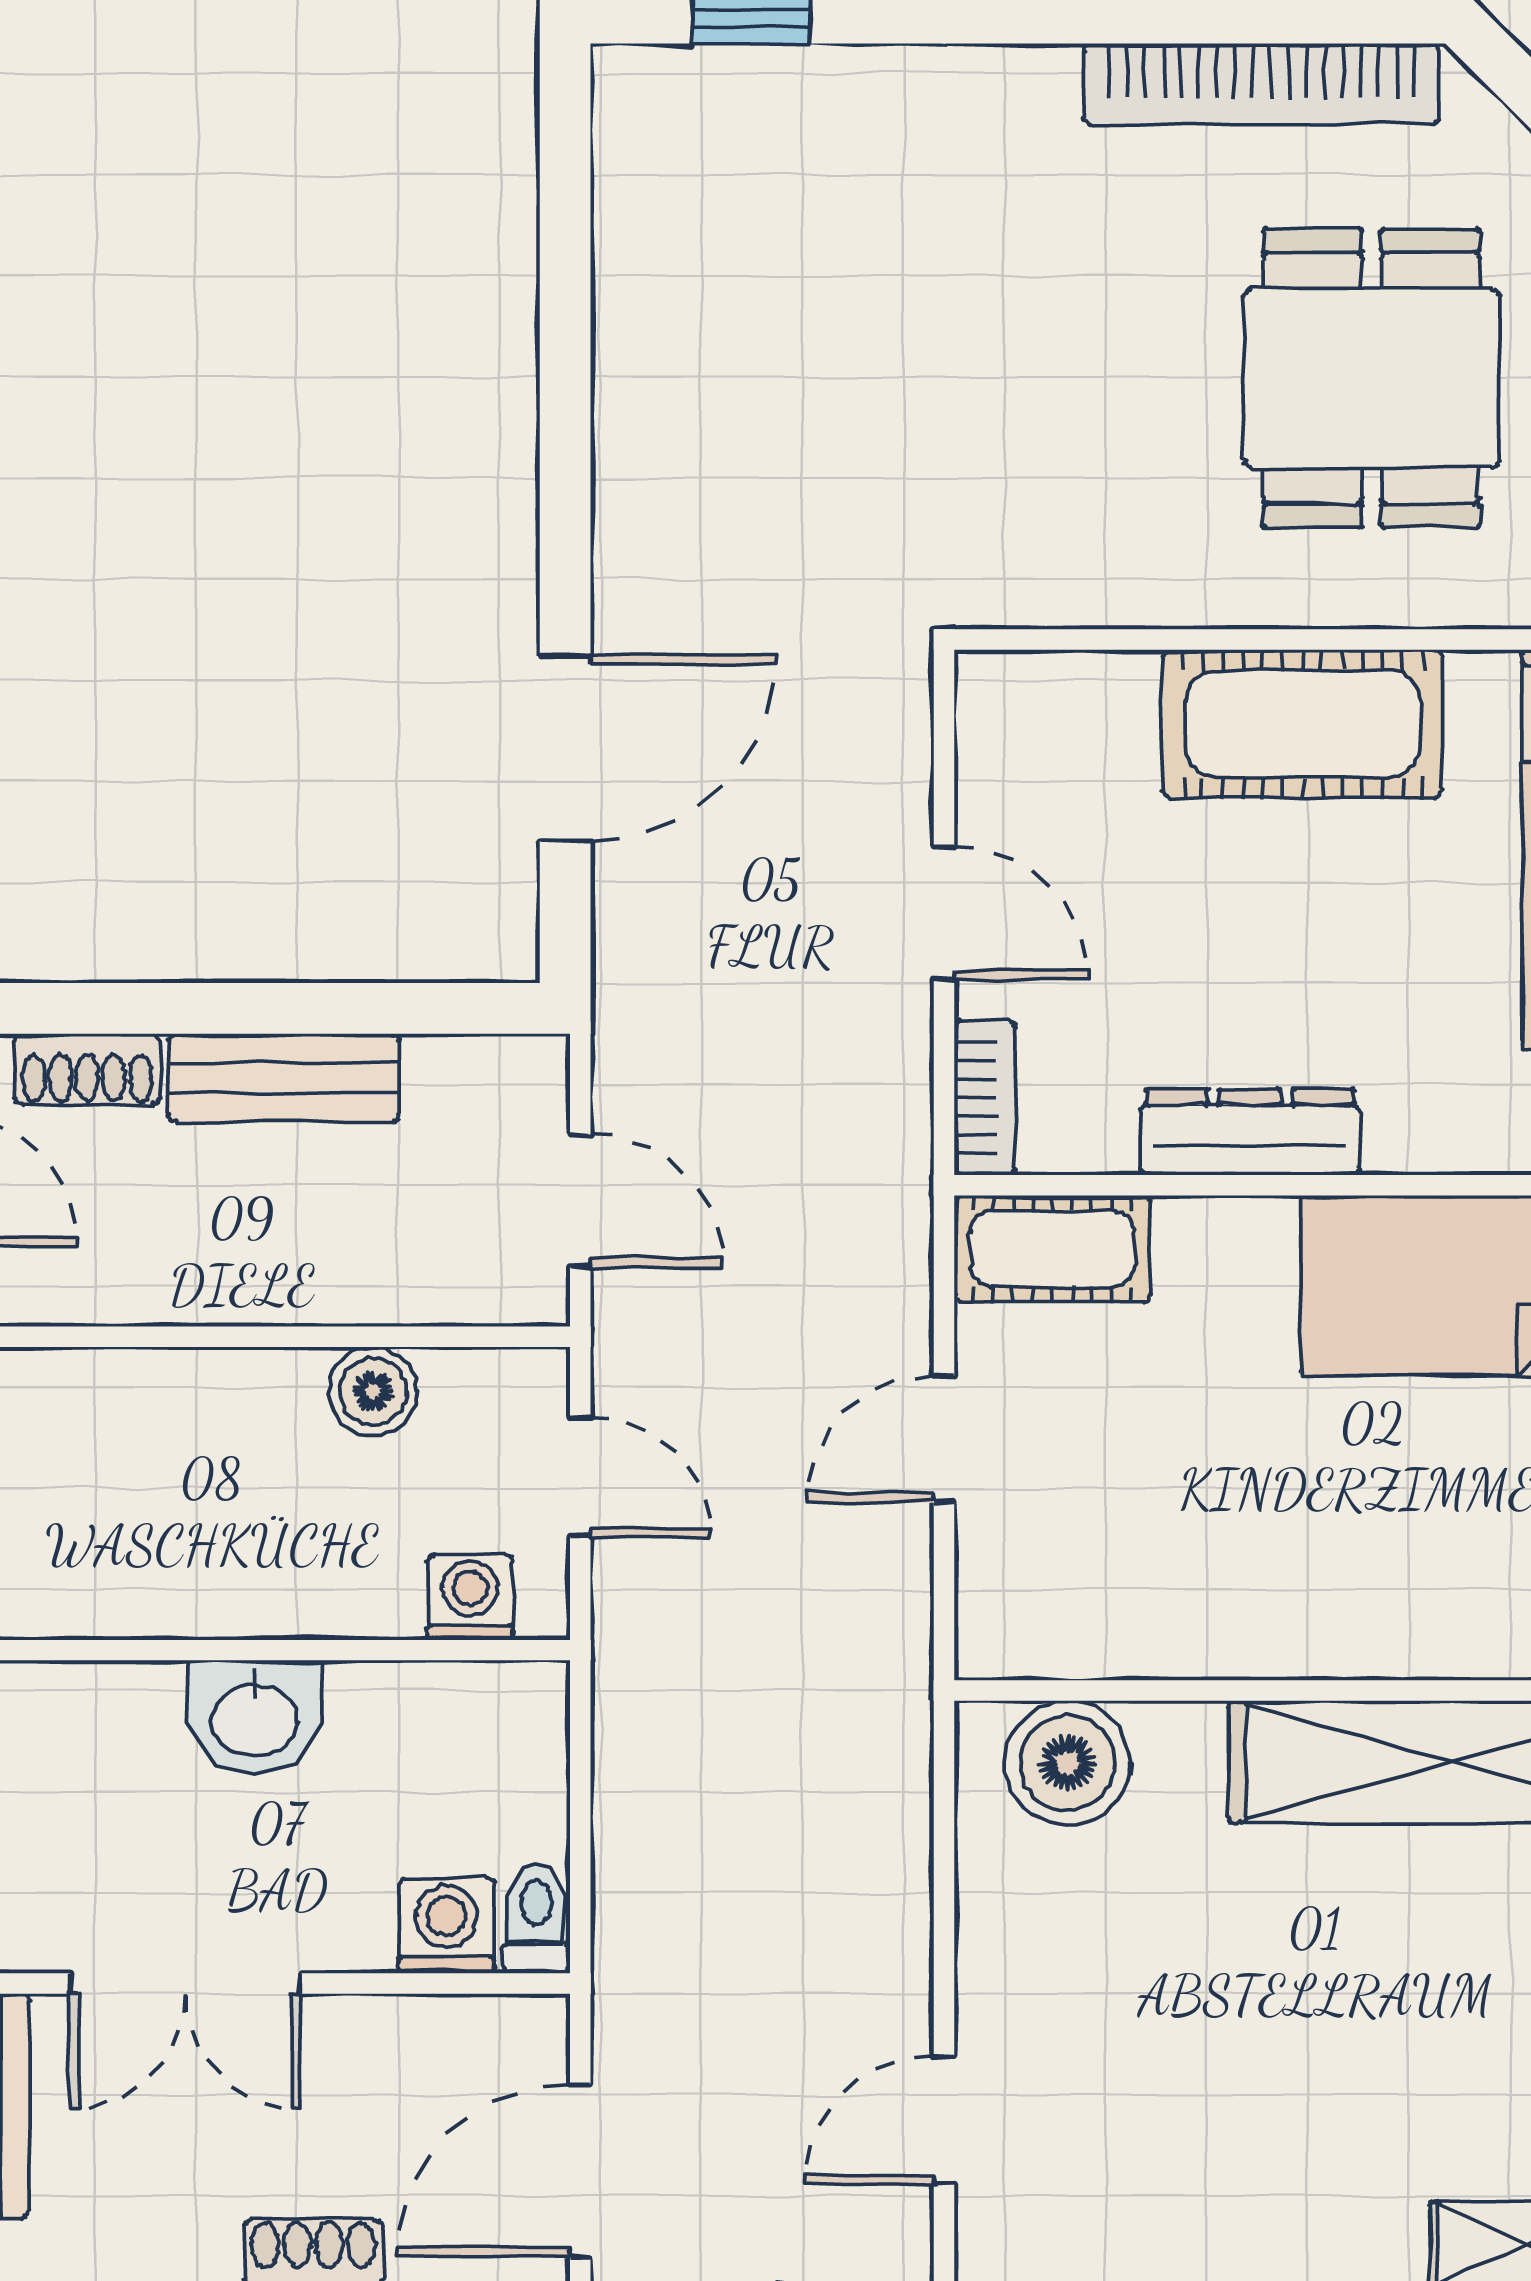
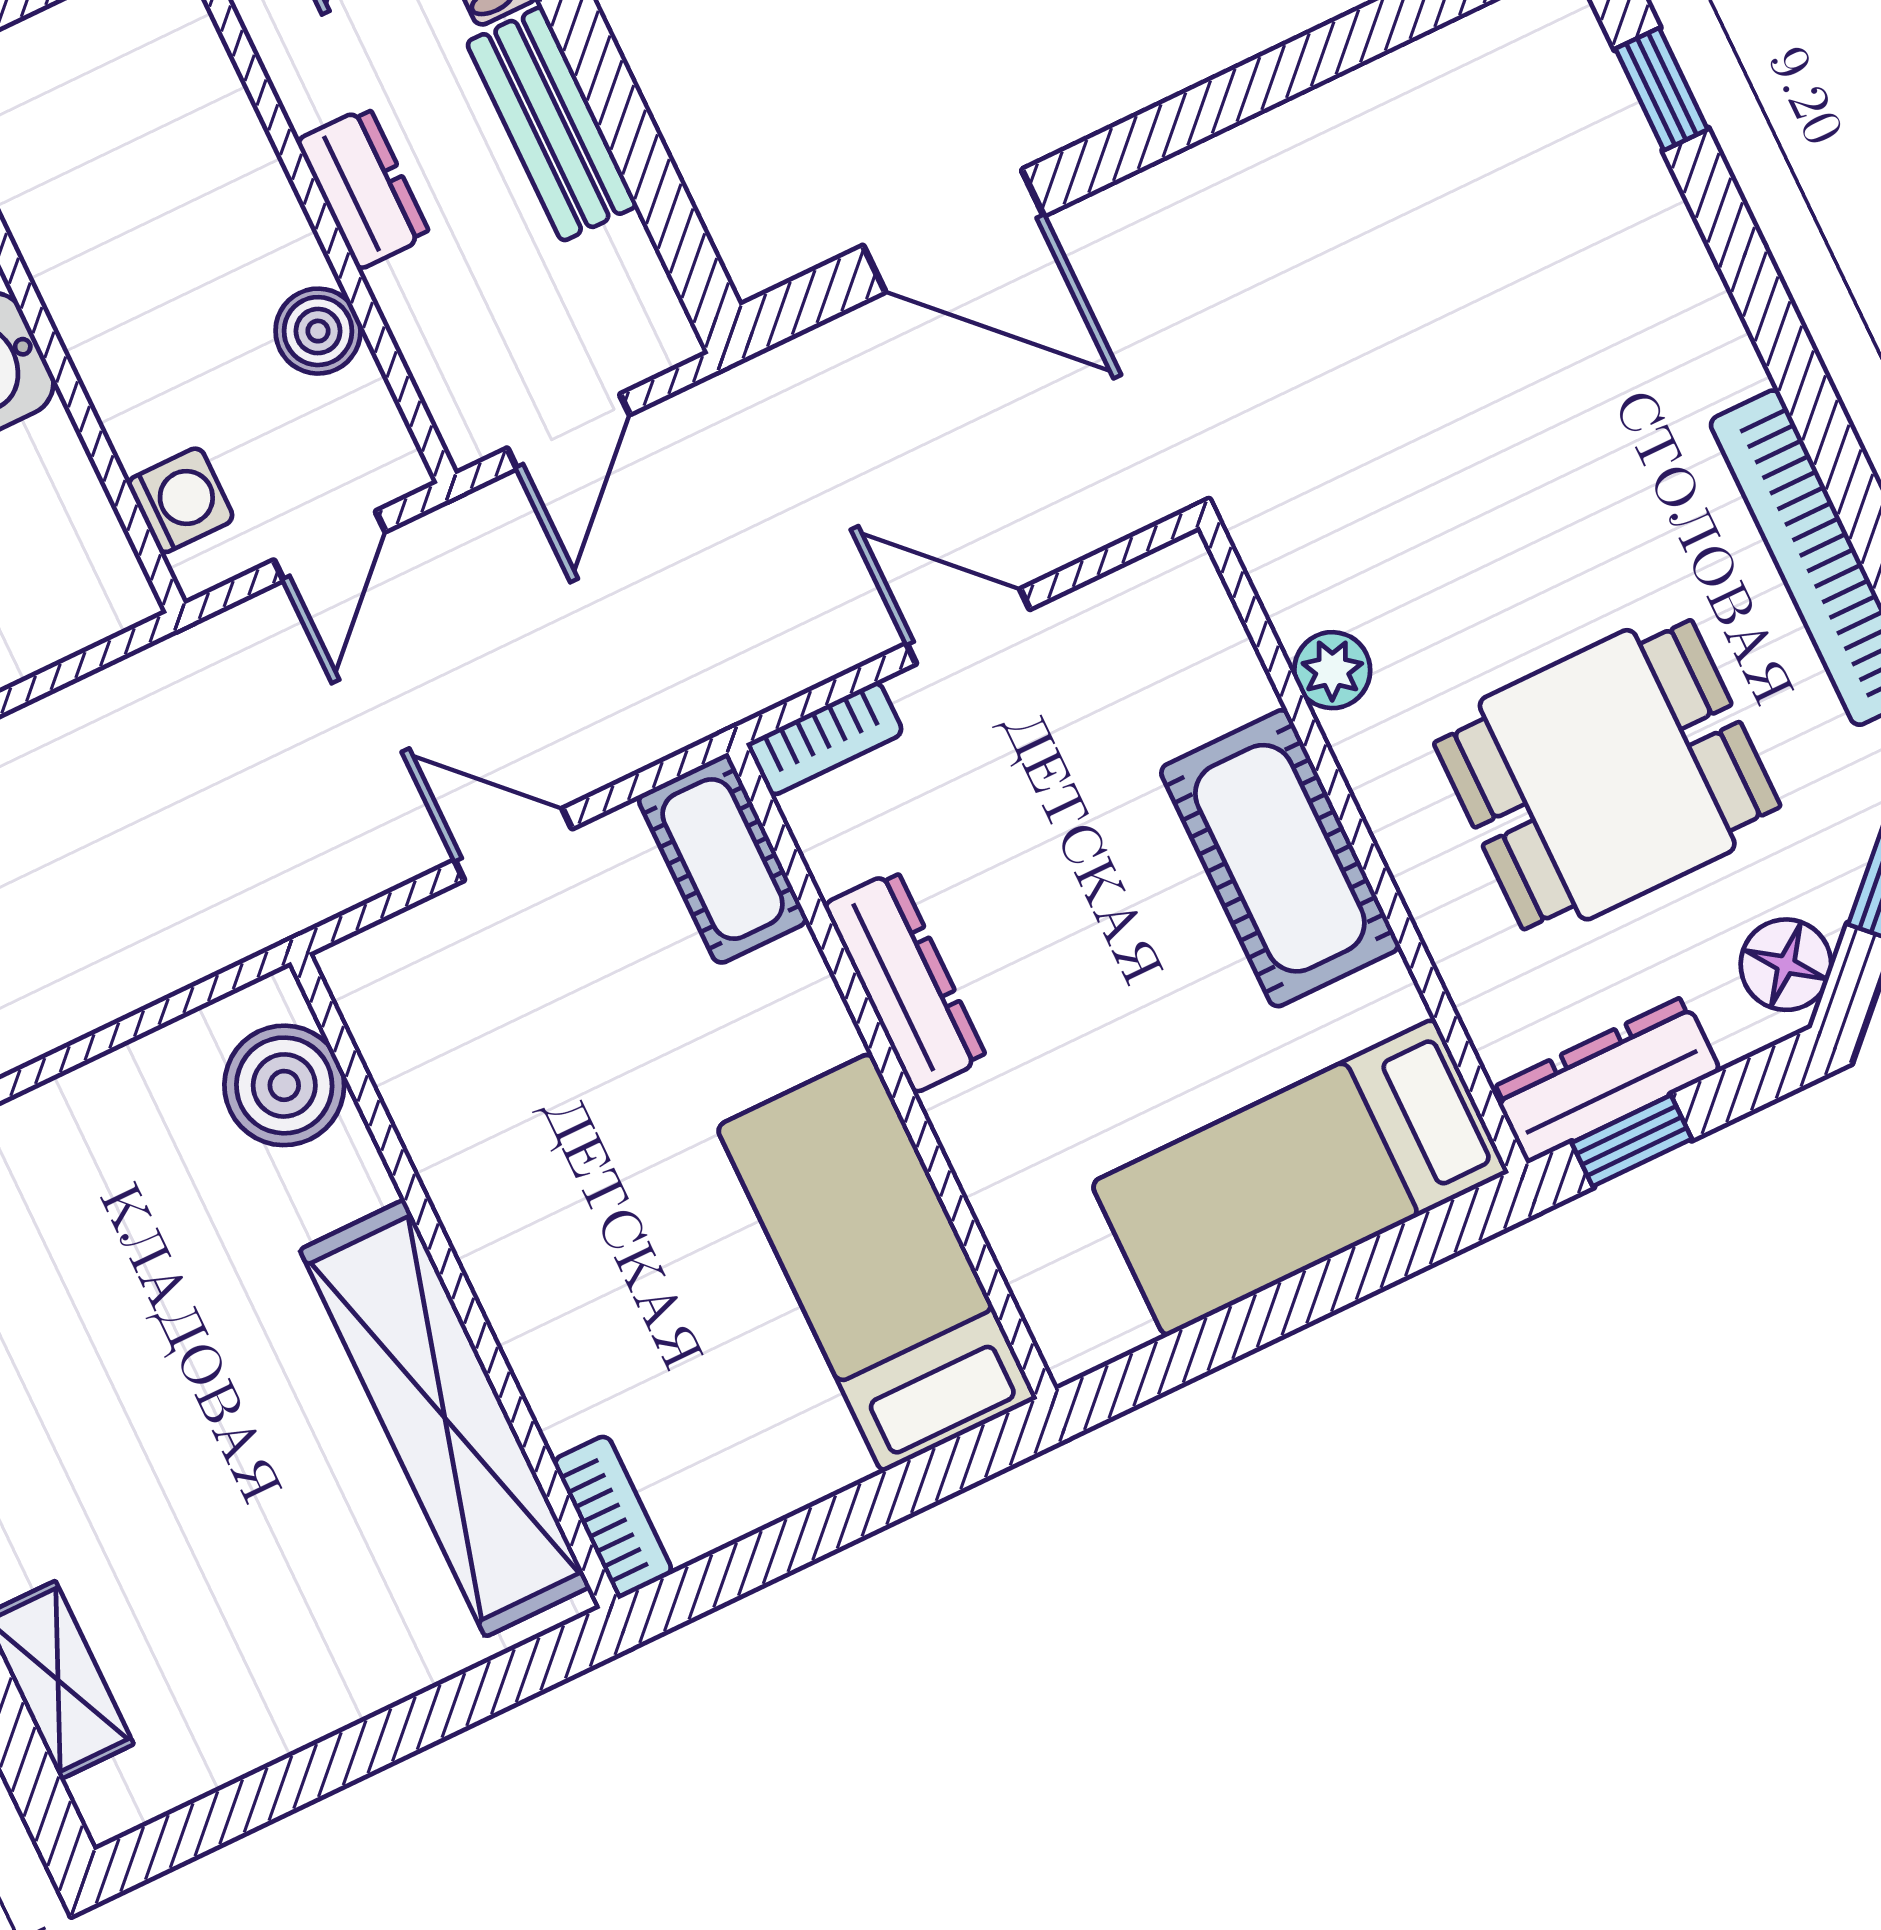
plant: (1149, 590) -> (1332, 670), added
door: (944, 913) -> (968, 626), swing flipped
dresser: (259, 1284) -> (363, 188), added

